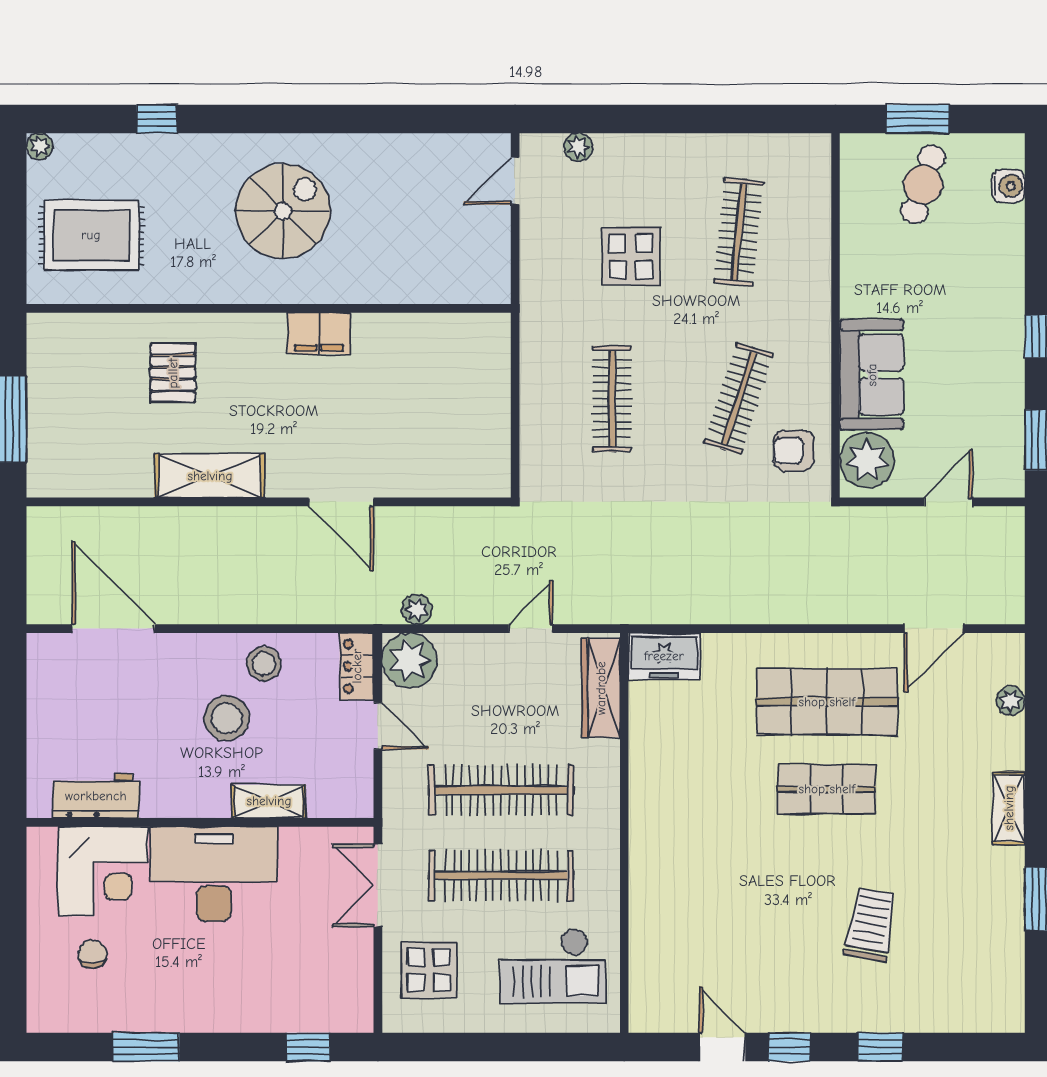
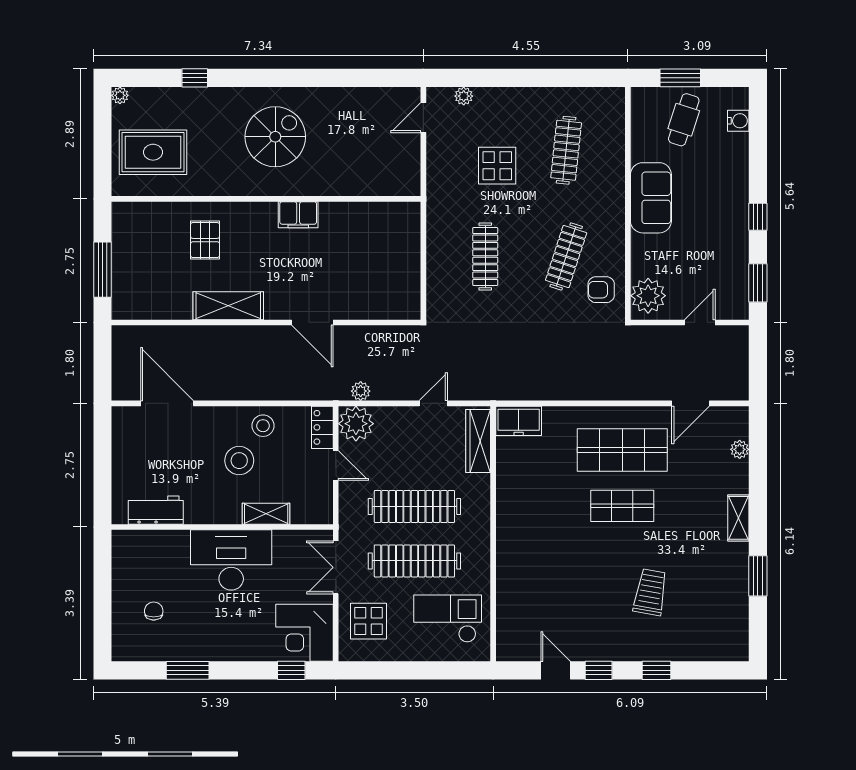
sofa: (872, 375) -> (651, 198), moved
corner desk: (103, 871) -> (305, 633), moved, turned 90
checkout: (553, 966) -> (448, 619), turned 180

